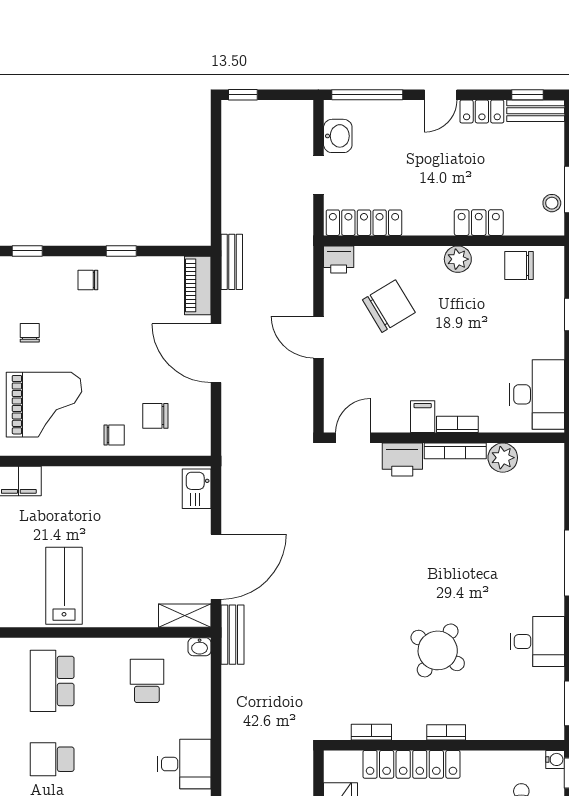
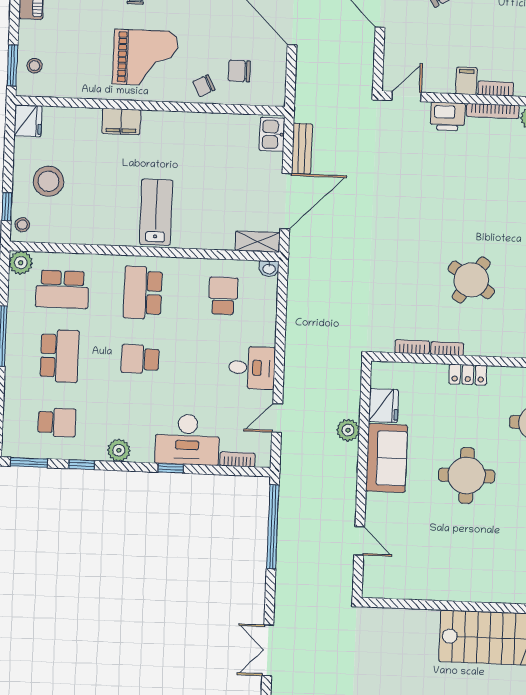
chair: (114, 435) -> (204, 86), turned 153
bench: (233, 635) -> (302, 149), moved
bookcase: (446, 732) -> (447, 349), moved
locker: (411, 764) -> (468, 375), width x0.46, depth x0.83

